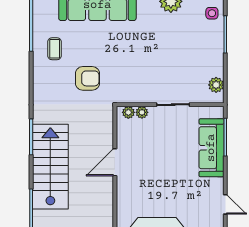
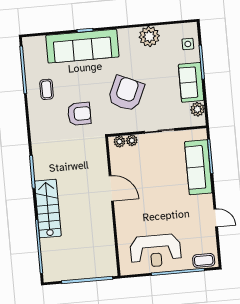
sofa: (212, 55) -> (191, 82), added
armchair: (140, 61) -> (126, 93), added
door: (115, 162) -> (111, 188), swing flipped
stairs: (50, 167) -> (48, 209), width x0.73, depth x0.66

